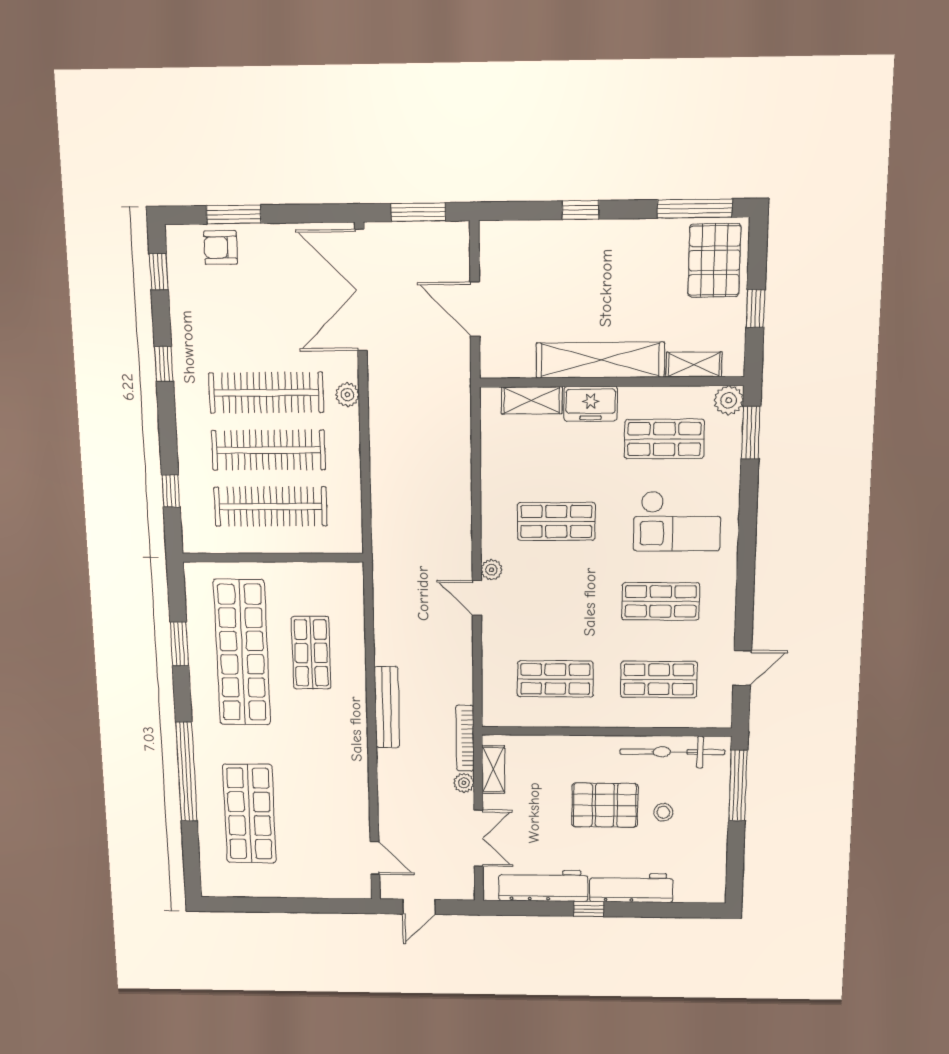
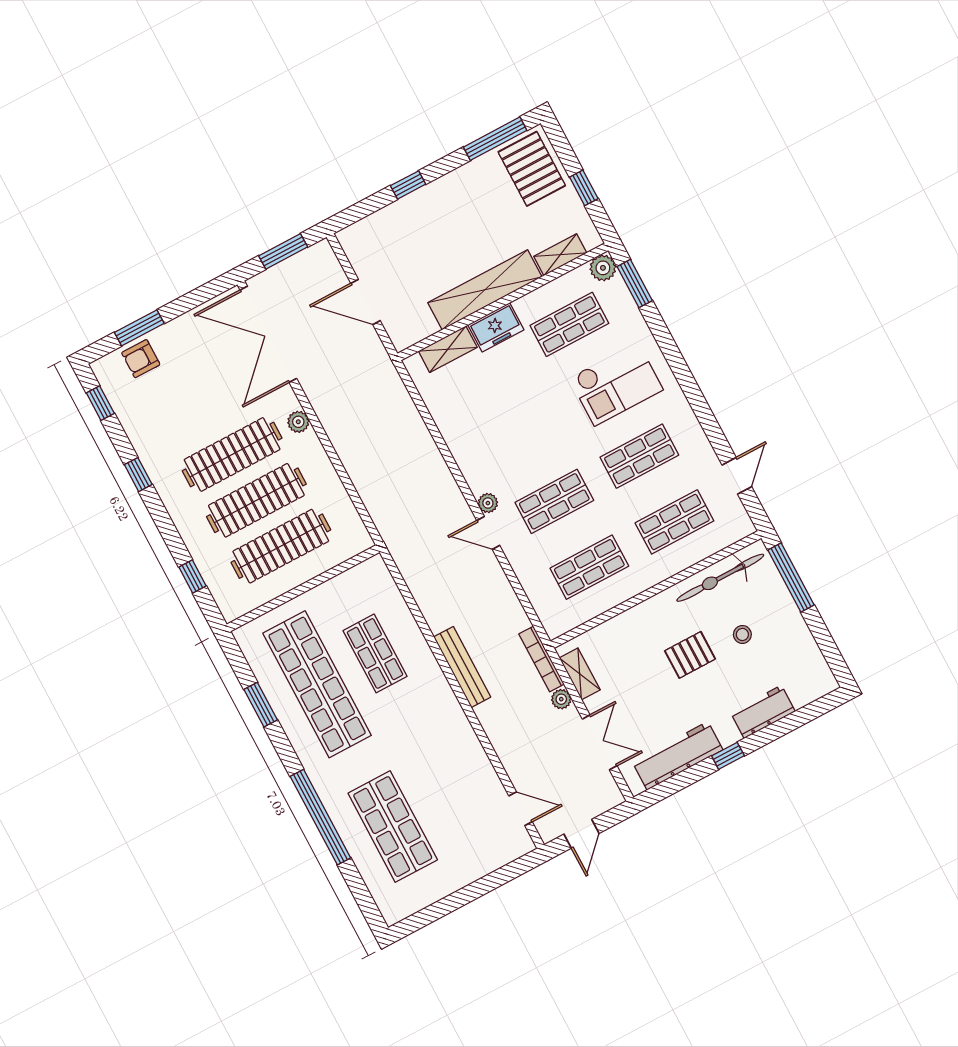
shop shelf: (556, 521) -> (554, 501), moved
pallet: (605, 805) -> (690, 655), width x0.67, depth x0.71
workbench: (631, 888) -> (763, 712), width x0.73

